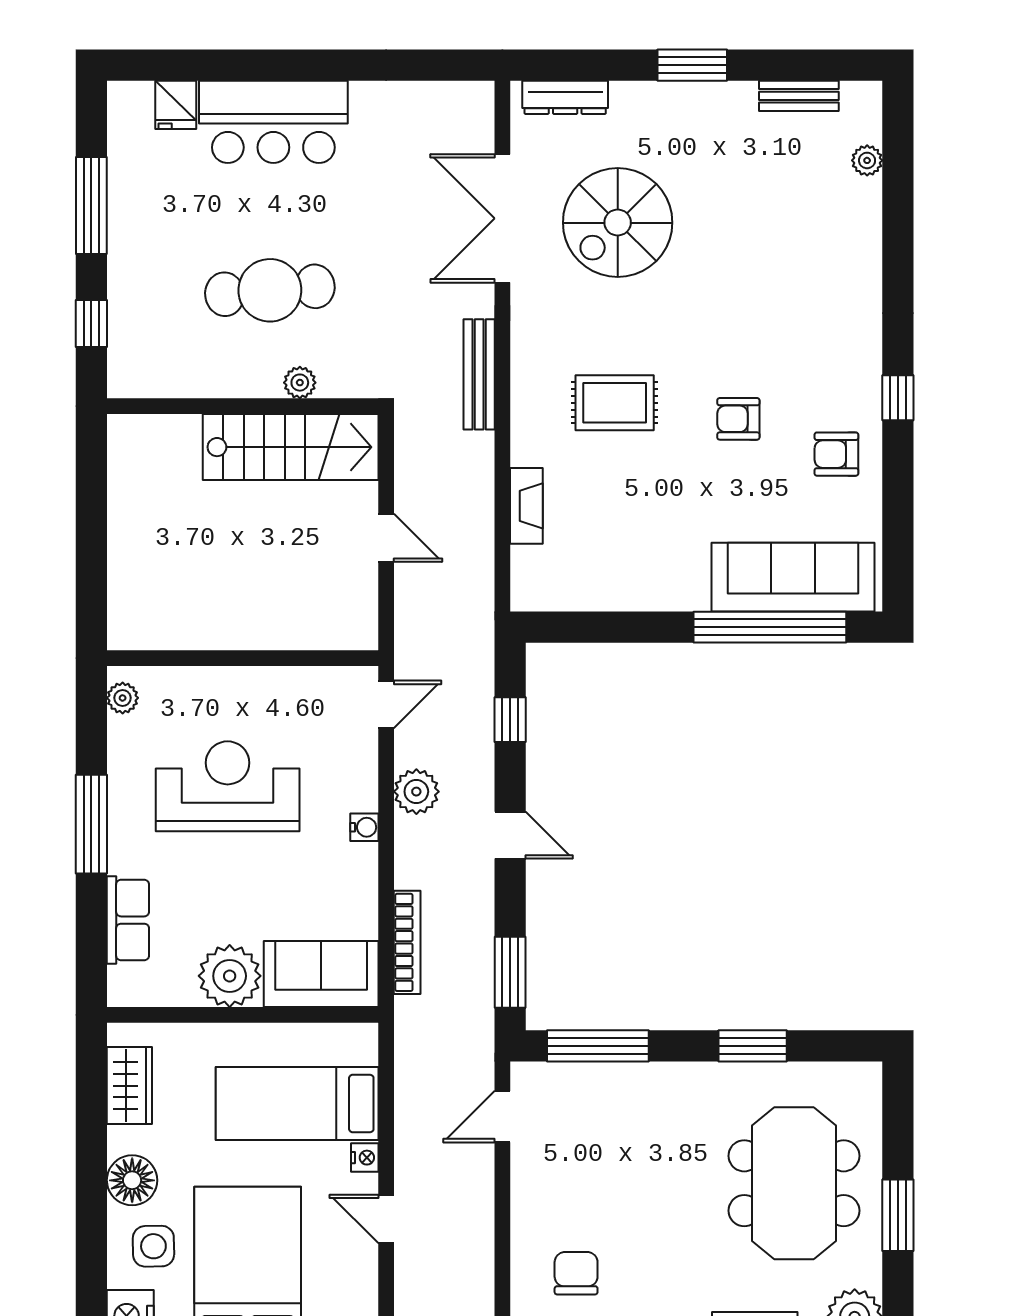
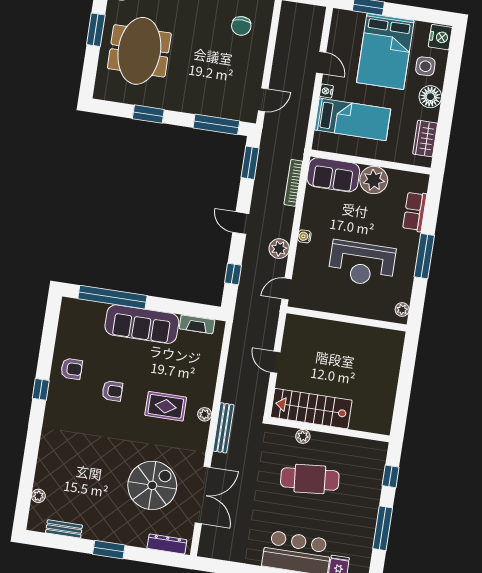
plant: (526, 398) -> (205, 414), added
fireplace: (526, 506) -> (197, 324), moved, turned -90
sofa: (793, 577) -> (142, 324), moved

